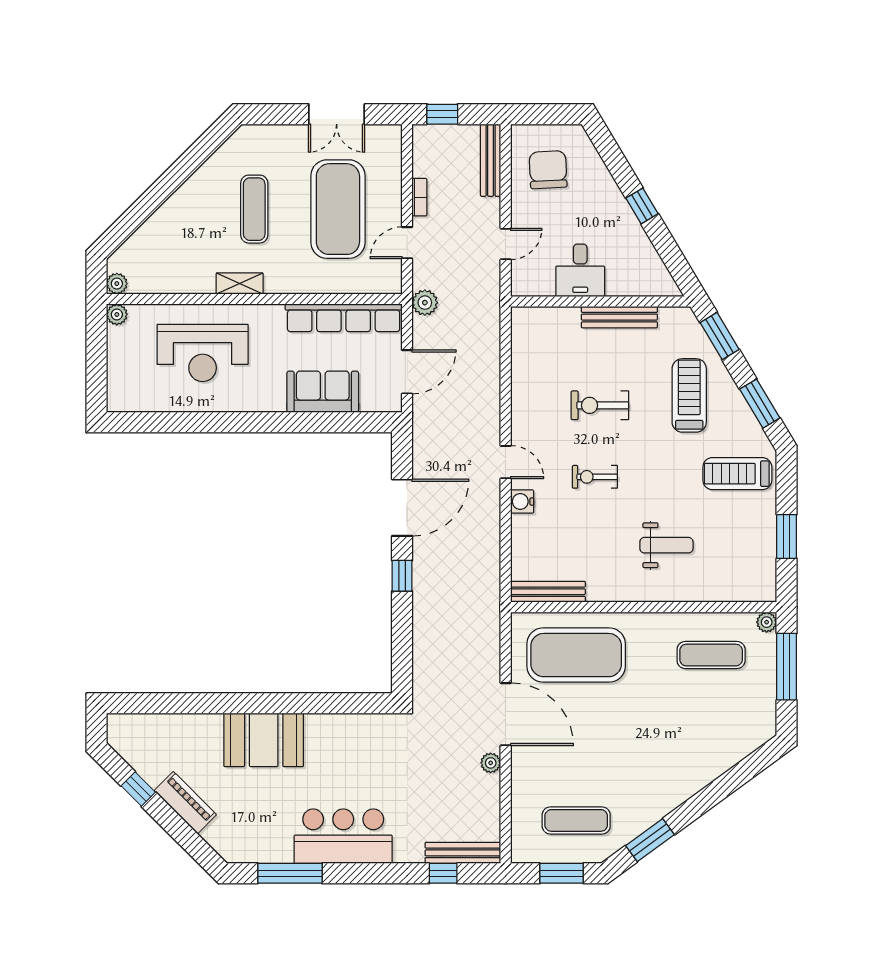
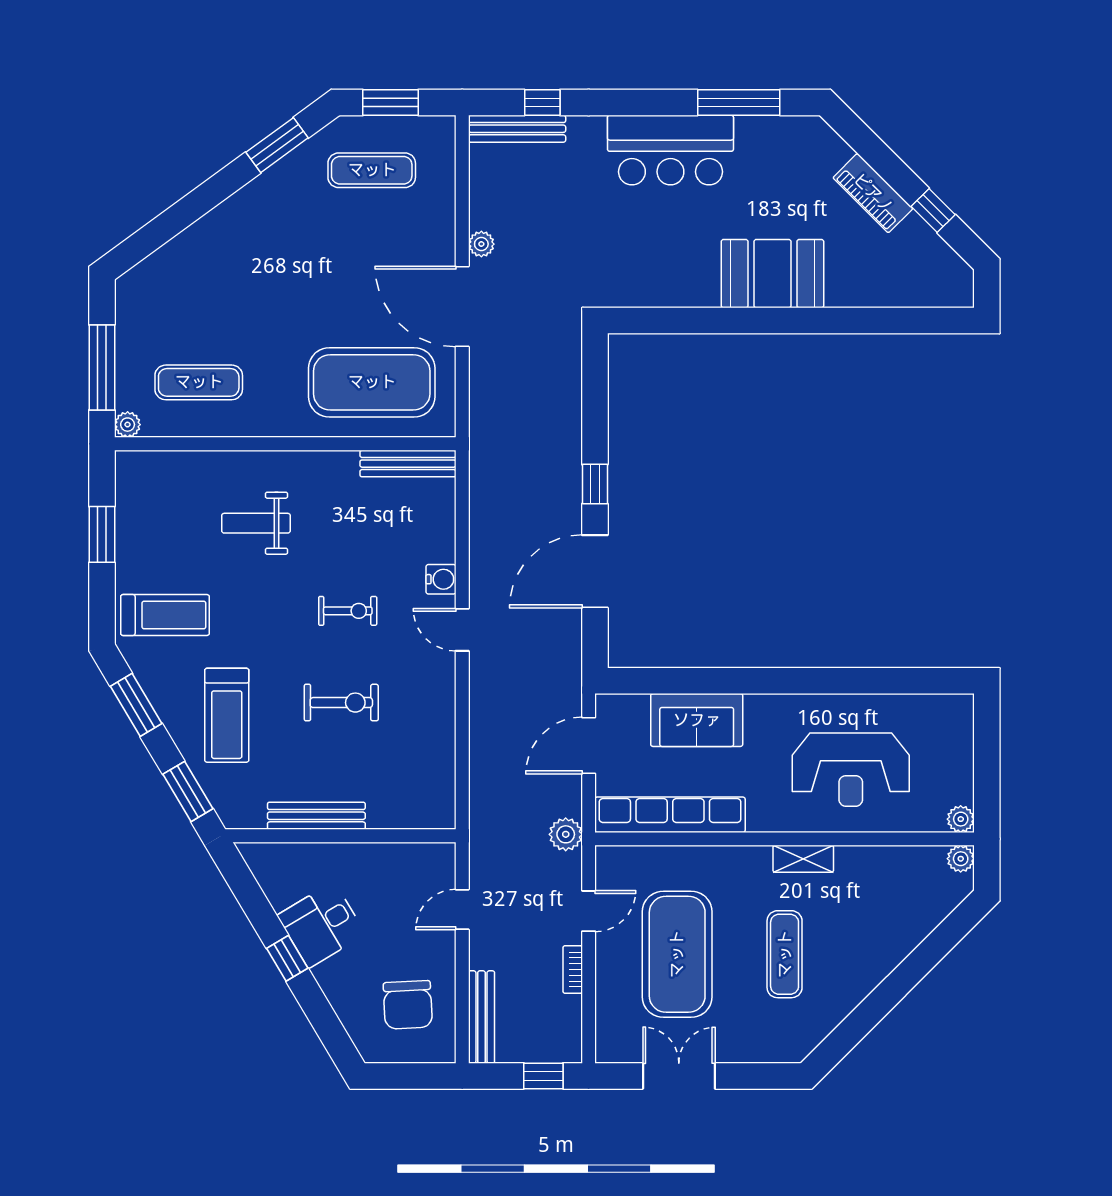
desk: (580, 270) -> (321, 925), moved, turned -121
reception desk: (203, 353) -> (851, 770), turned 180

